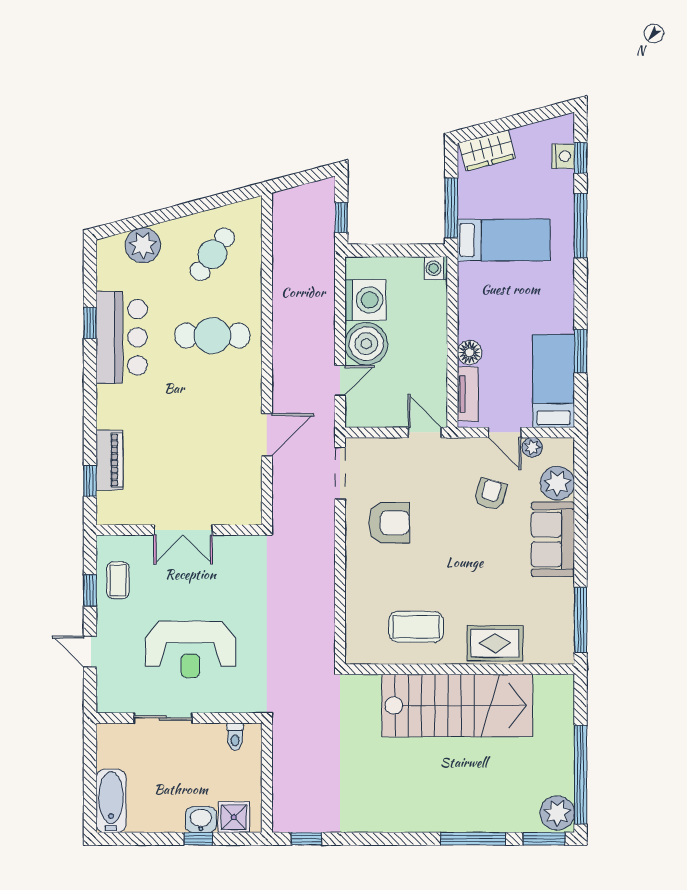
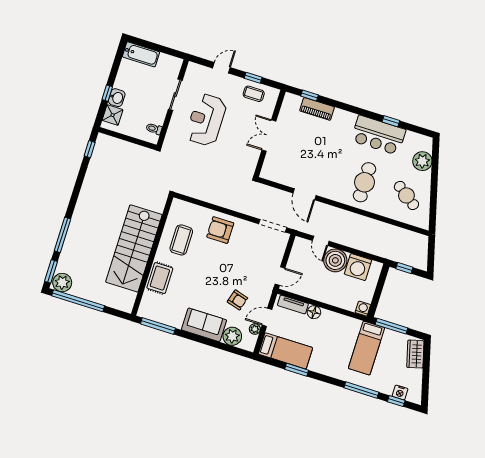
armchair: (389, 523) -> (220, 230), moved, turned 90

